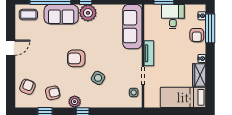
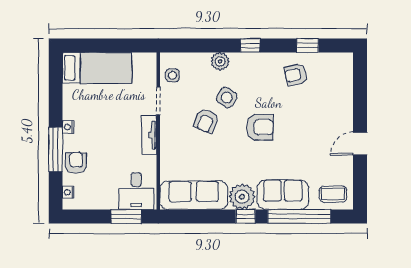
desk: (173, 17) -> (136, 191), moved
sofa: (132, 27) -> (194, 195), moved, turned -90
window: (210, 28) -> (56, 149), moved
wardrobe: (199, 75) -> (73, 102), removed
armchair: (27, 87) -> (206, 121), moved
plant: (75, 102) -> (220, 61), moved

